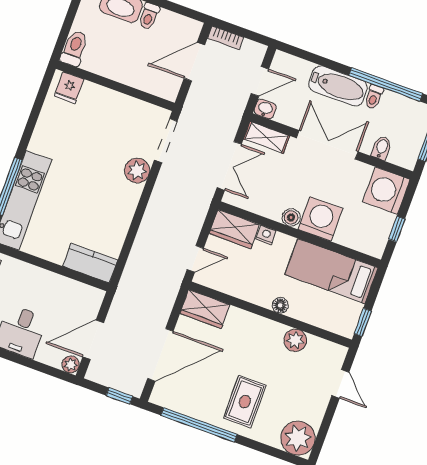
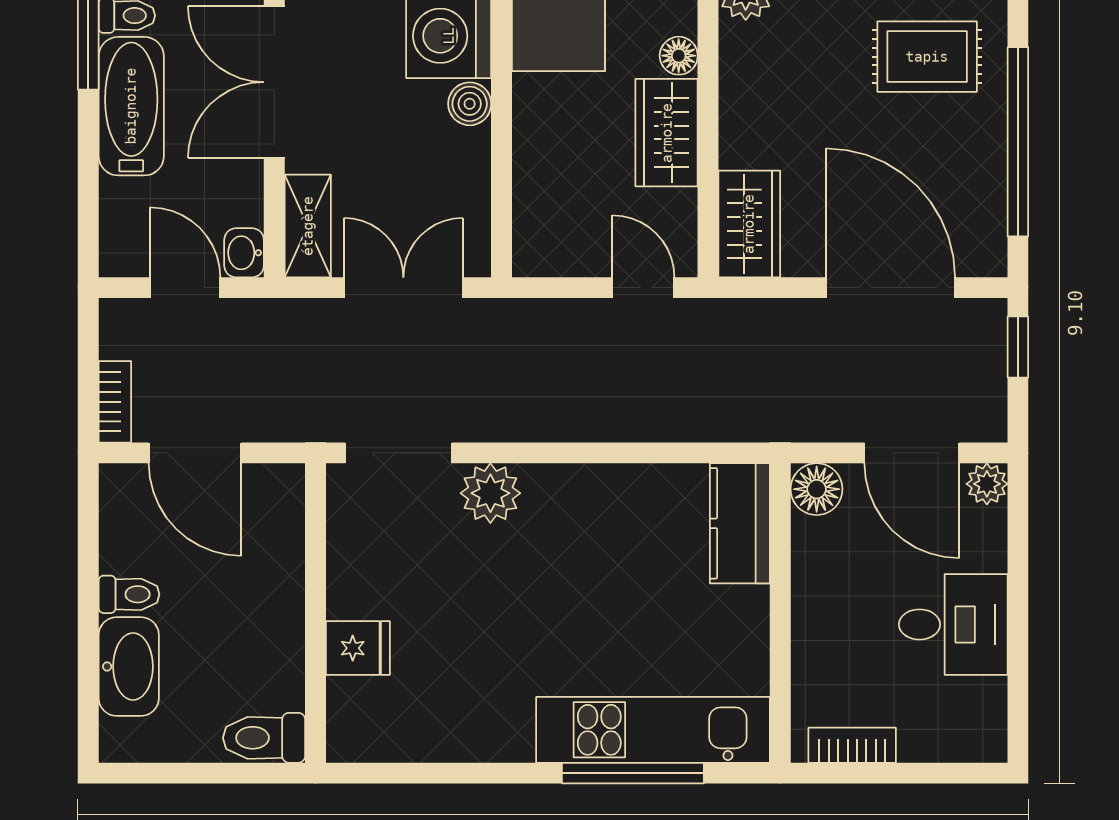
fridge: (69, 88) -> (358, 648), moved
wardrobe: (234, 229) -> (667, 133), moved, turned 180
nightstand: (266, 235) -> (530, 146), removed
floor lamp: (93, 298) -> (817, 489), added

